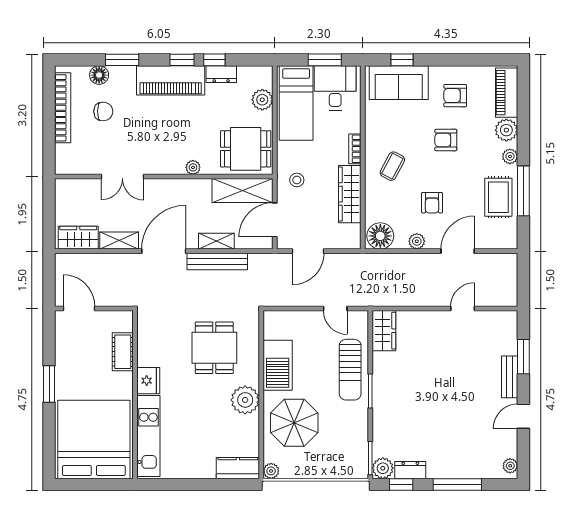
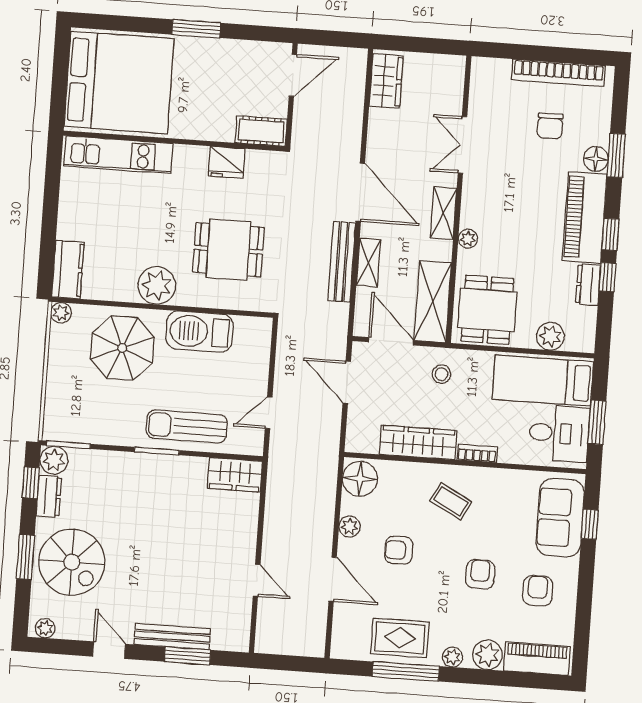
floor lamp: (99, 75) -> (596, 159), moved
shelving: (119, 241) -> (444, 213), moved
cot: (123, 352) -> (261, 131), moved
bench: (510, 377) -> (172, 637), width x1.36
fridge: (148, 381) -> (227, 162), moved
spiral stairs: (459, 449) -> (72, 562), added
window: (457, 484) -> (25, 557), width x0.69

